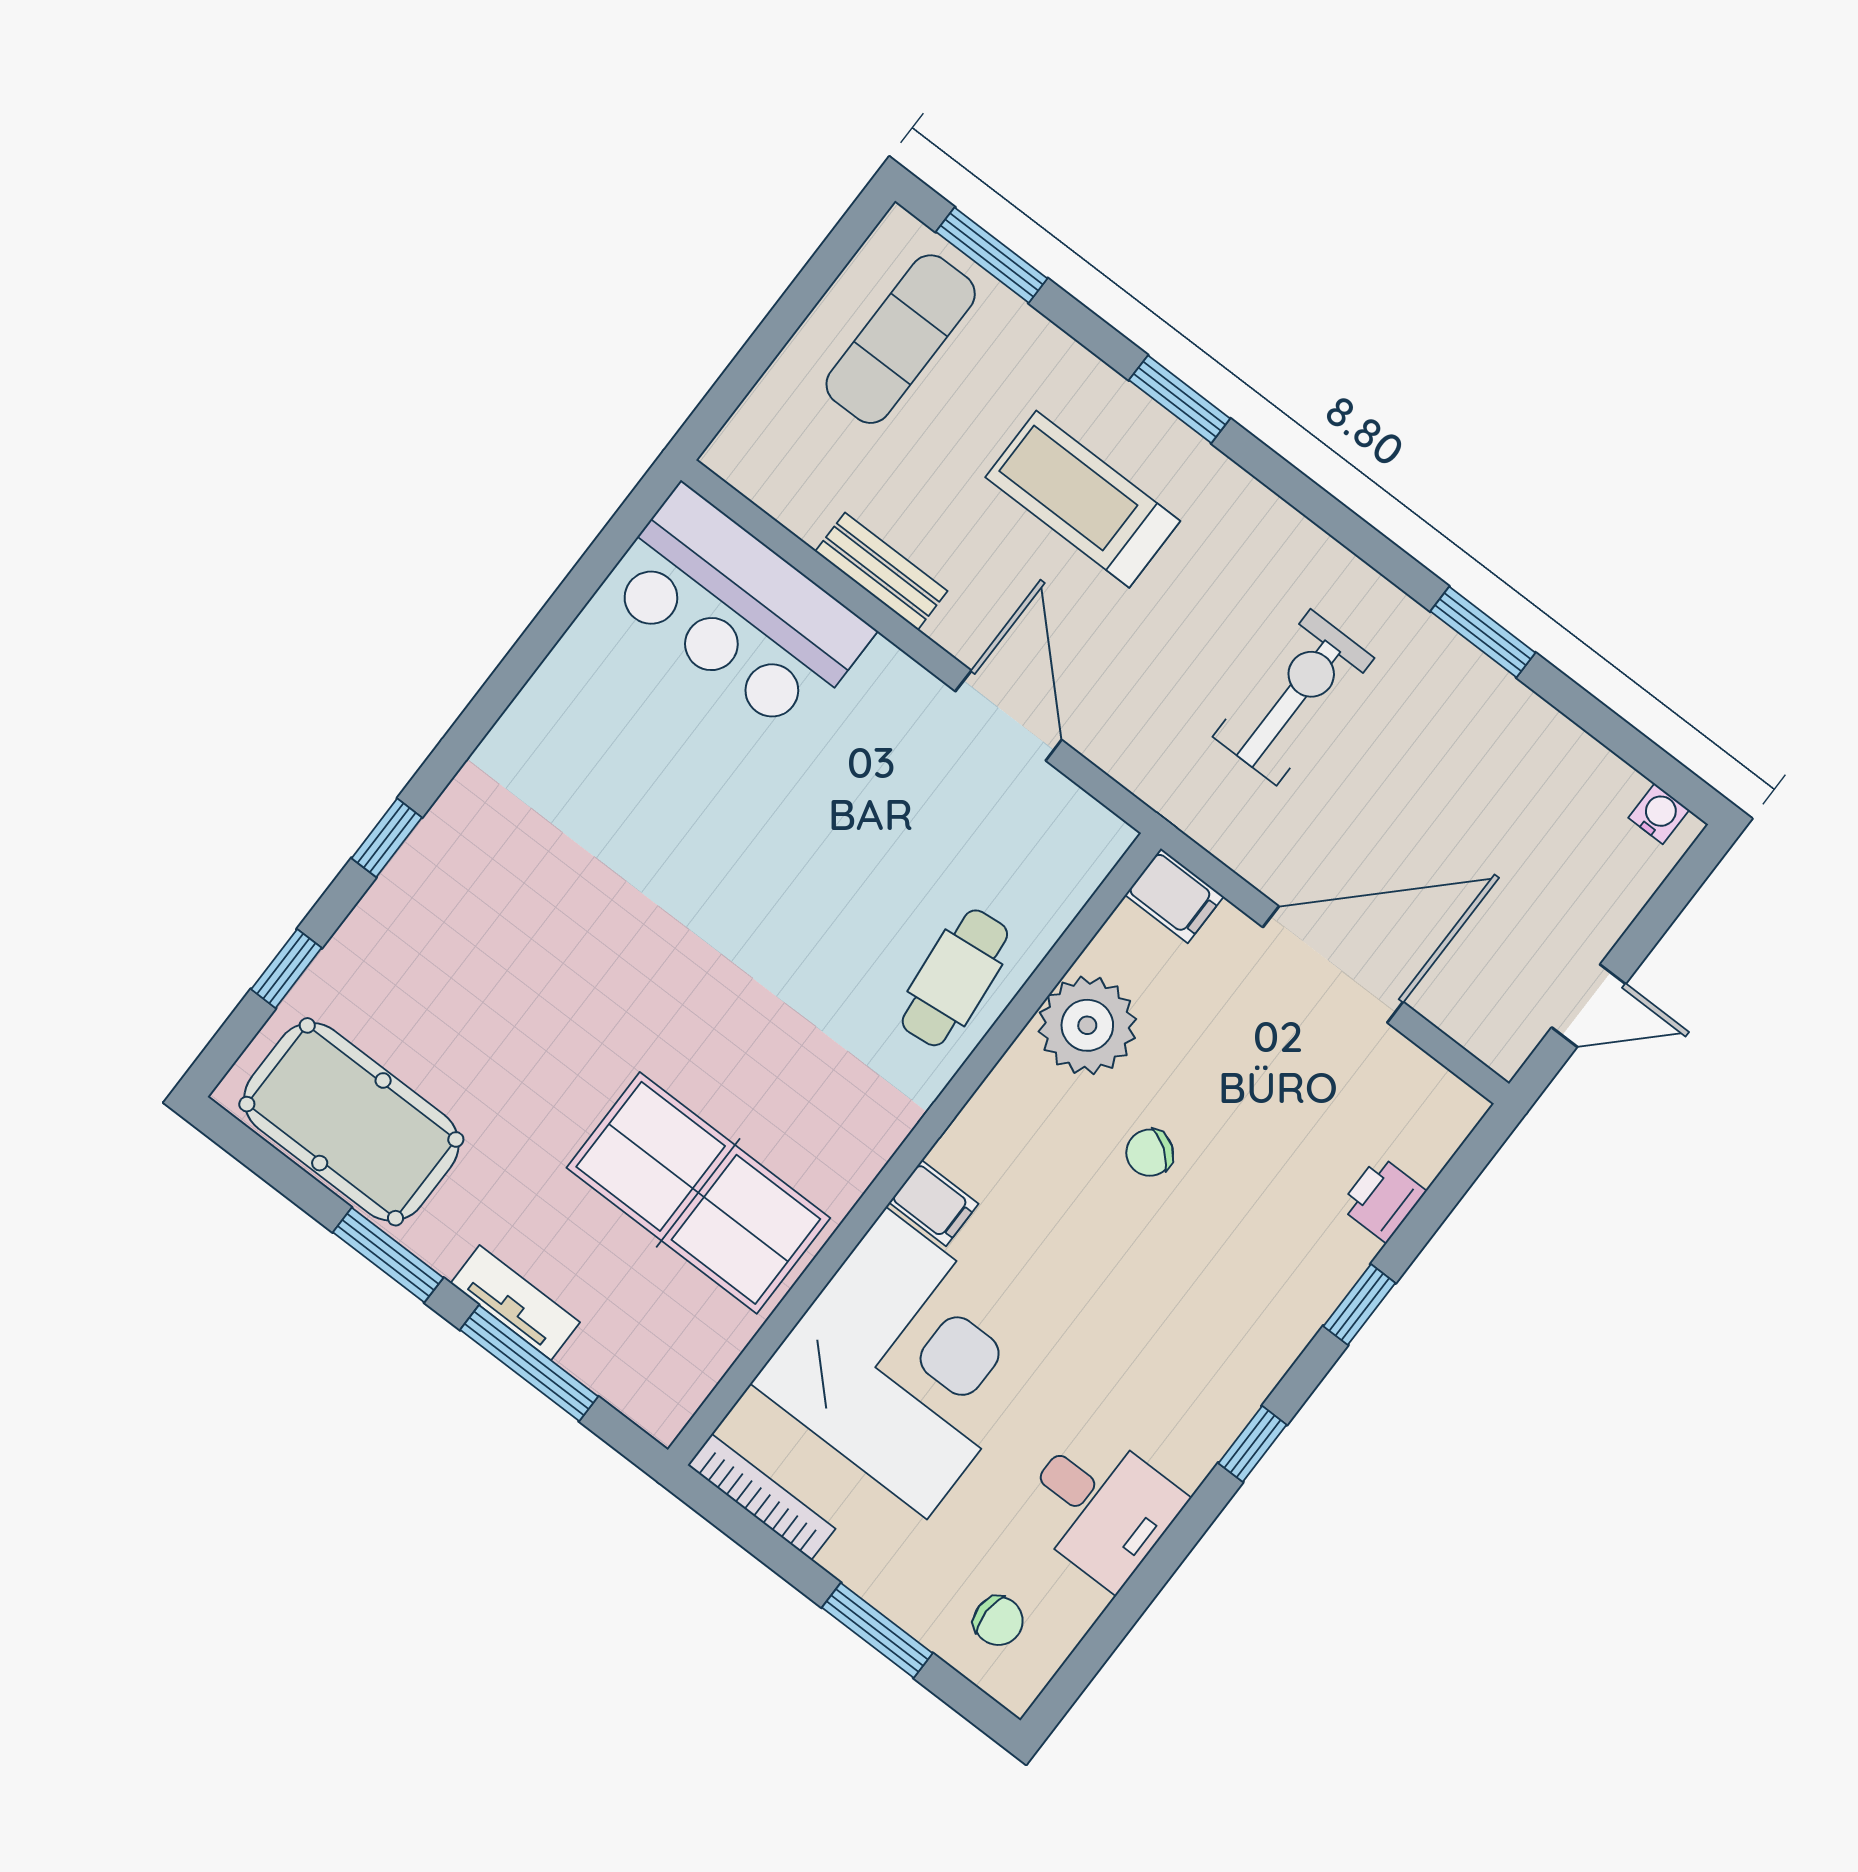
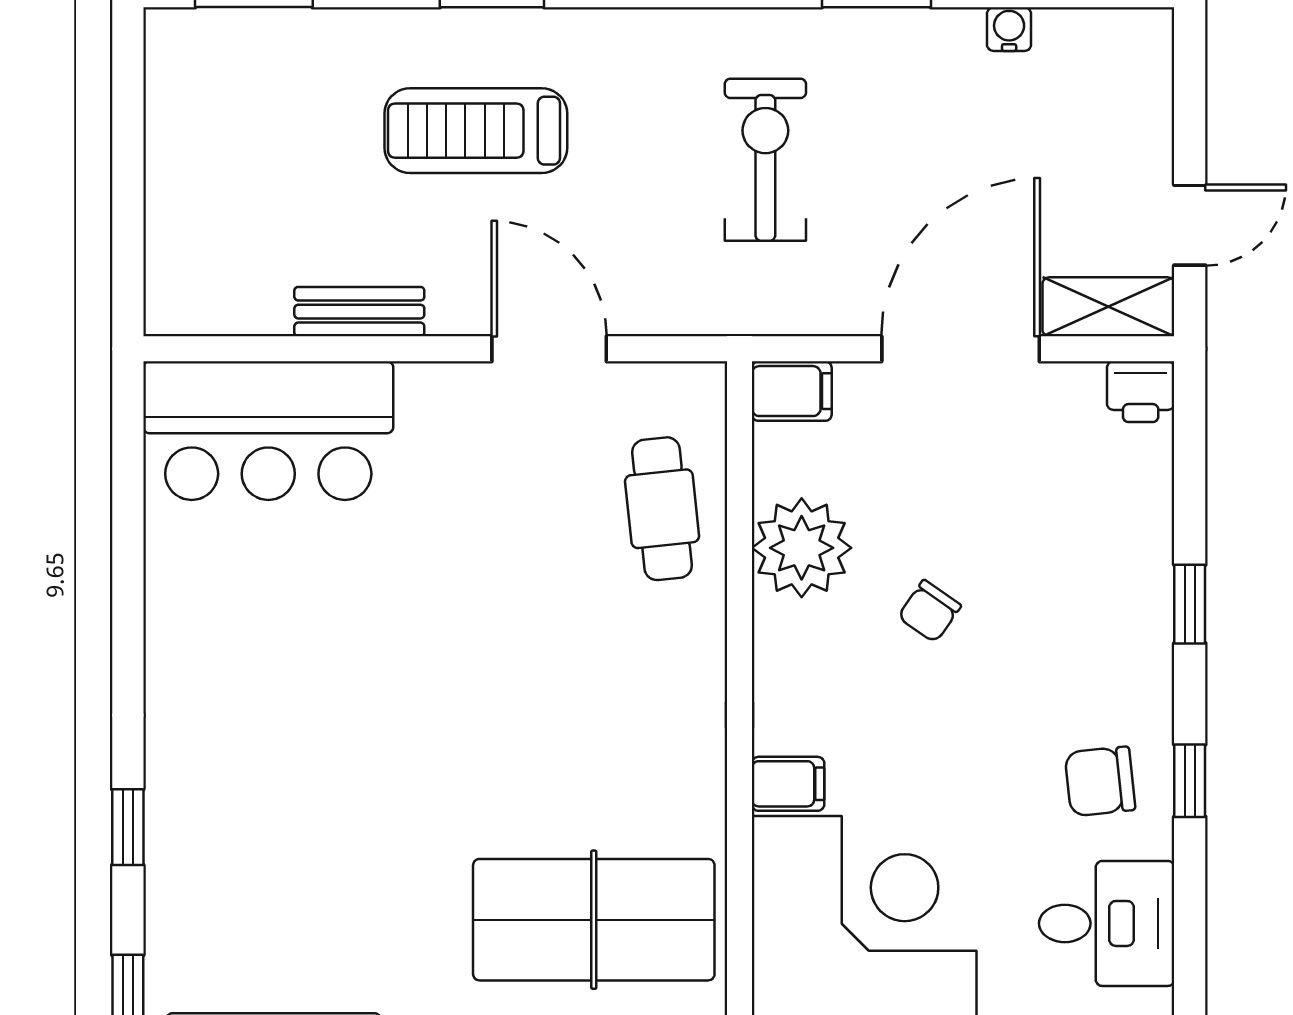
exercise mat: (901, 339) -> (233, 115), removed
water cooler: (1659, 814) -> (1009, 29), moved
cafe table: (955, 978) -> (662, 509), moved
shelving: (1475, 1021) -> (1108, 307), added
printer: (1383, 1199) -> (1141, 392), moved, turned -90
chair: (1181, 1390) -> (1100, 781), added

